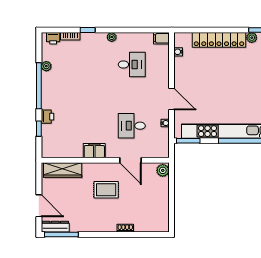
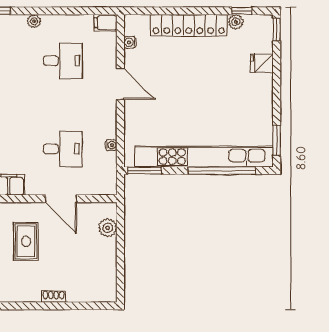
door: (172, 99) -> (120, 84), moved
desk: (132, 126) -> (63, 149), turned 180
plant: (163, 170) -> (108, 228), moved
rug: (106, 190) -> (26, 241), turned 90

